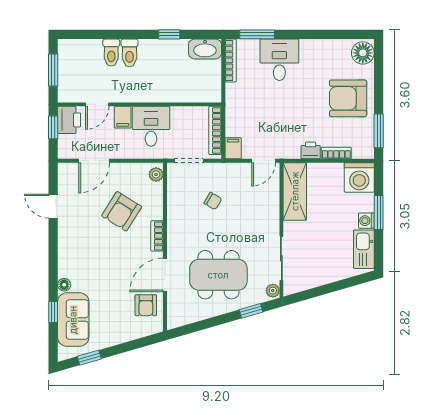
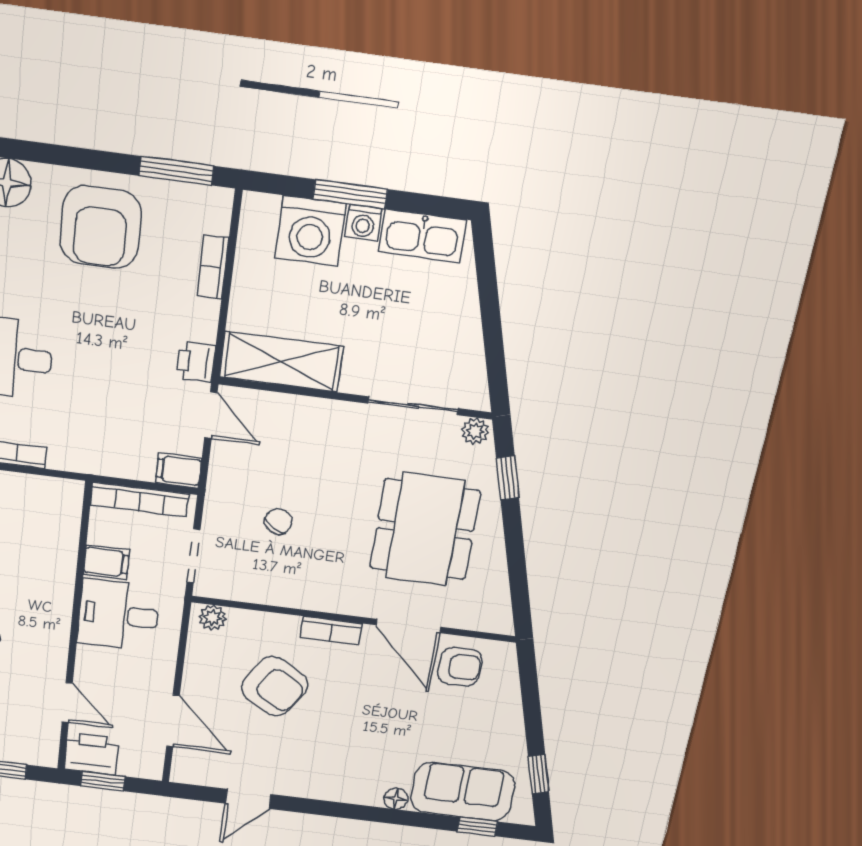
filing cabinet: (123, 117) -> (106, 562), moved
printer: (311, 150) -> (196, 362), moved
washing machine: (359, 177) -> (311, 231), moved, turned 90
window: (53, 312) -> (477, 827), moved

